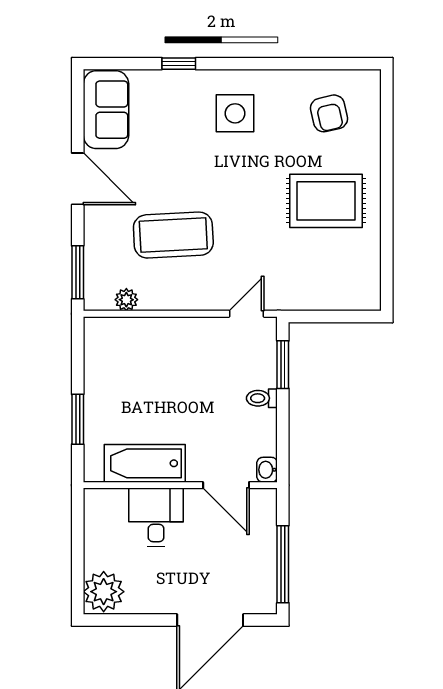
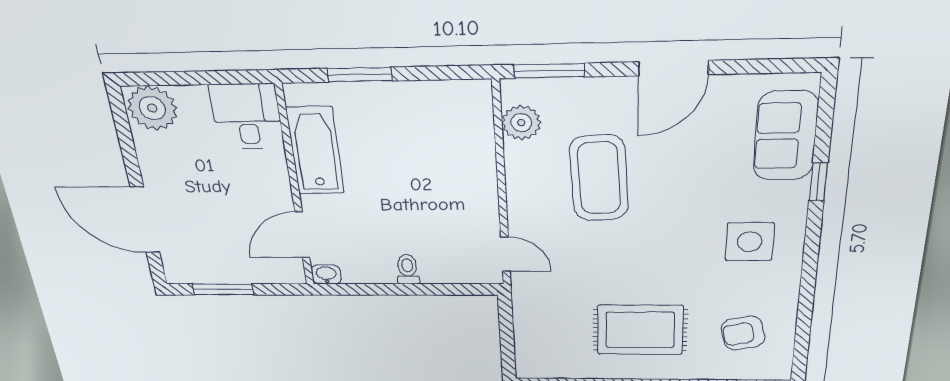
sofa: (106, 110) -> (786, 136), moved, turned 90
rug: (326, 201) -> (640, 330), turned 90
plant: (126, 300) -> (521, 123), width x1.38, depth x1.38
window: (283, 365) -> (448, 289), removed
desk: (156, 517) -> (247, 116), moved, turned -90
window: (283, 564) -> (223, 289), width x0.69

